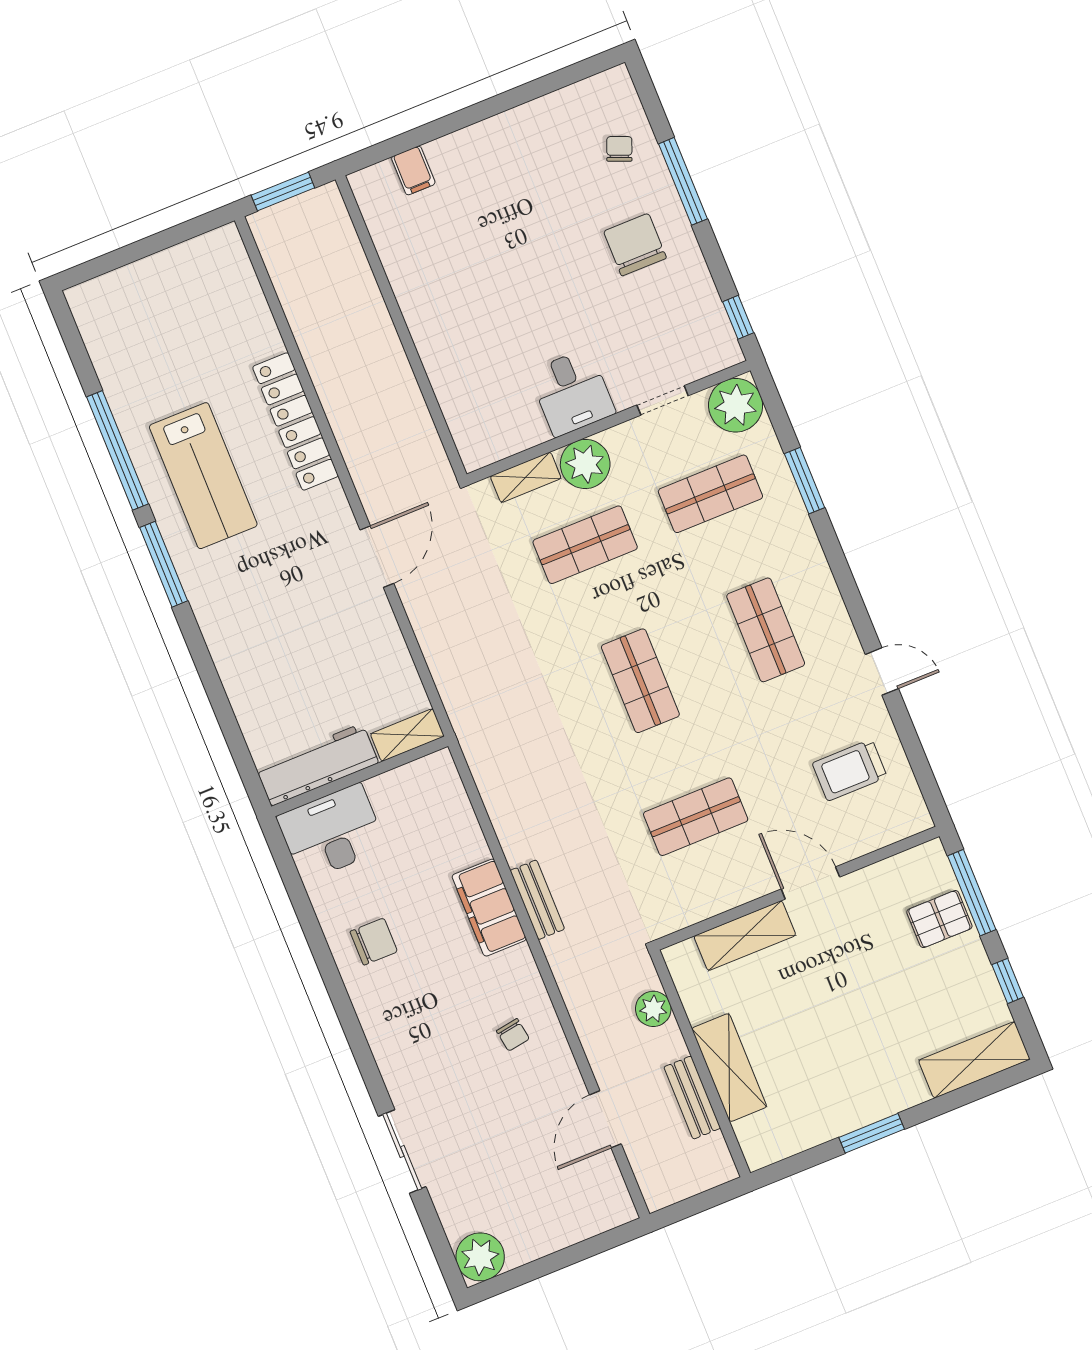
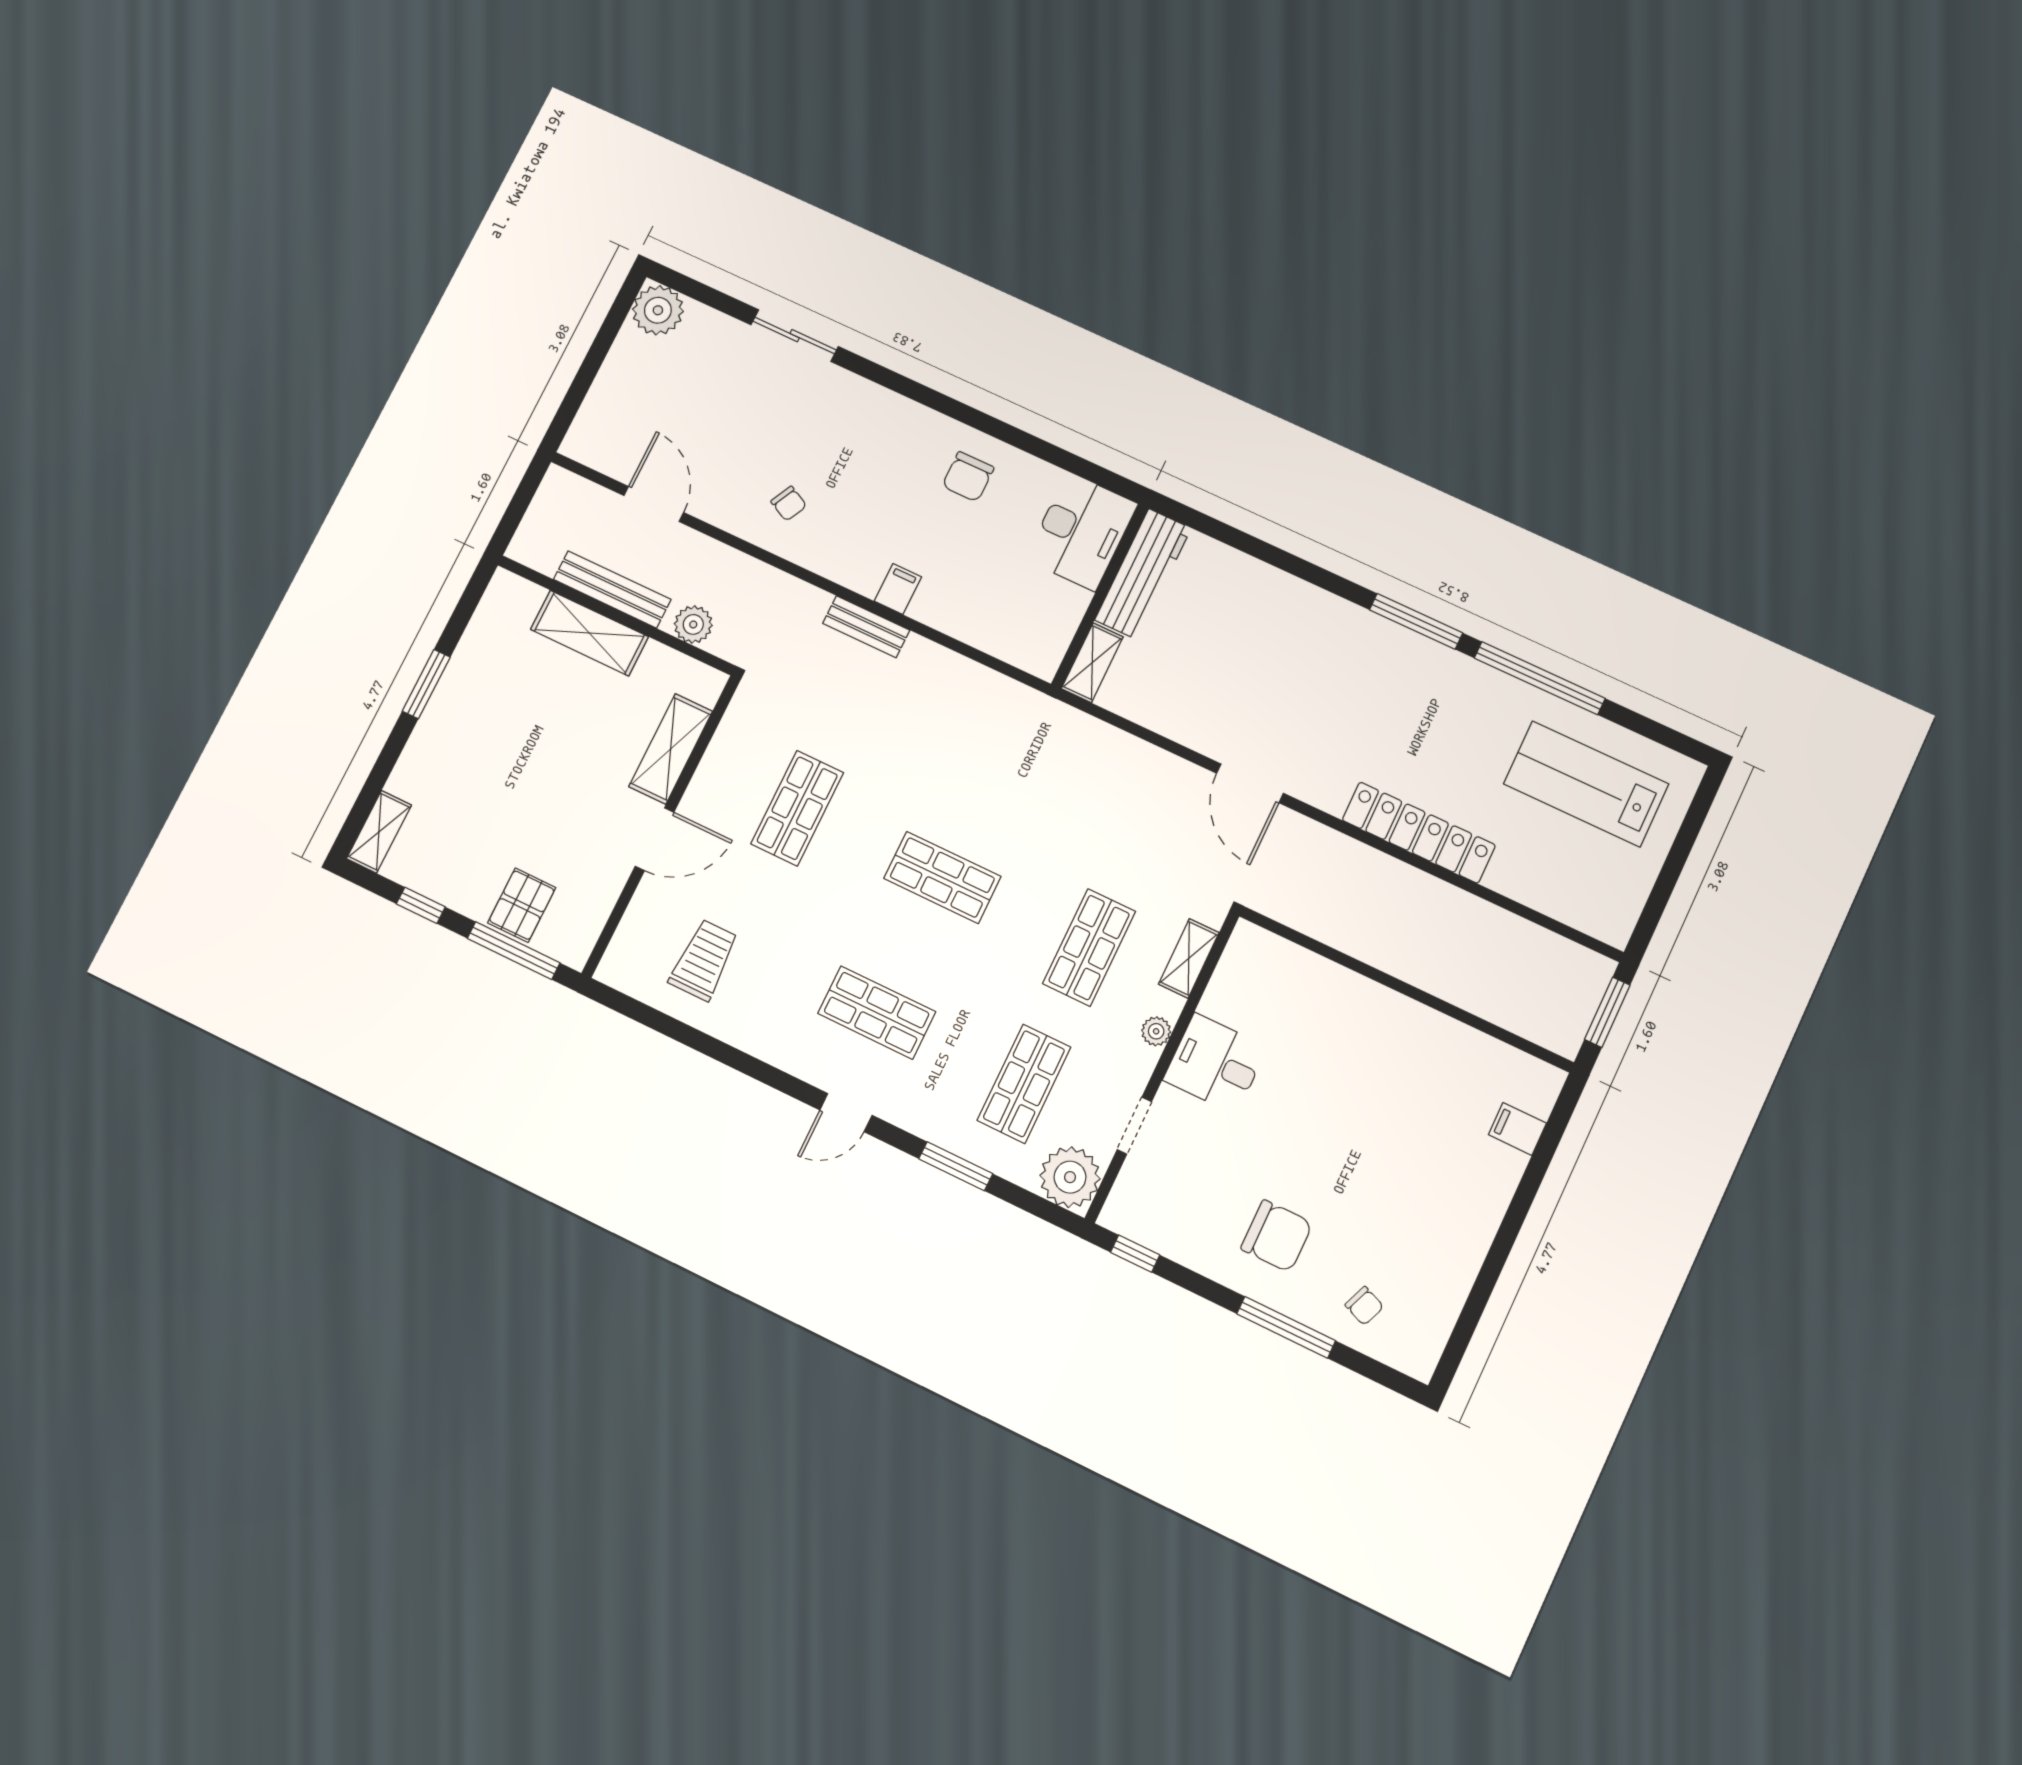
plant: (585, 464) -> (1156, 1031), width x0.53, depth x0.53
lab bench: (203, 476) -> (1586, 784), moved
door: (882, 671) -> (846, 1113), moved
filing cabinet: (489, 908) -> (898, 589), width x0.33, depth x0.86
chair: (513, 1035) -> (789, 504), turned -144
shelving: (974, 1060) -> (379, 832), width x0.67, depth x0.75
bench: (692, 1098) -> (612, 589), width x1.36

